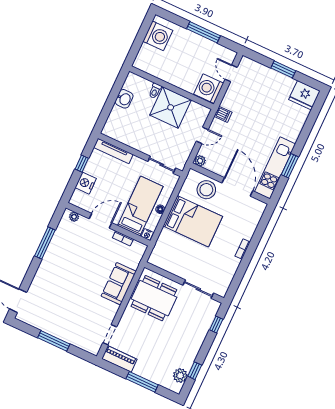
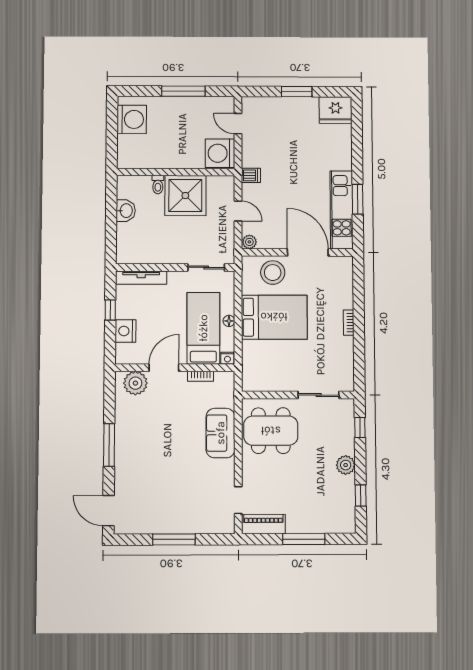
door: (202, 135) -> (238, 211), hinge flipped
plant: (74, 217) -> (135, 383), width x1.88, depth x1.88
window: (45, 243) -> (109, 445), moved
plant: (180, 376) -> (346, 465), moved

